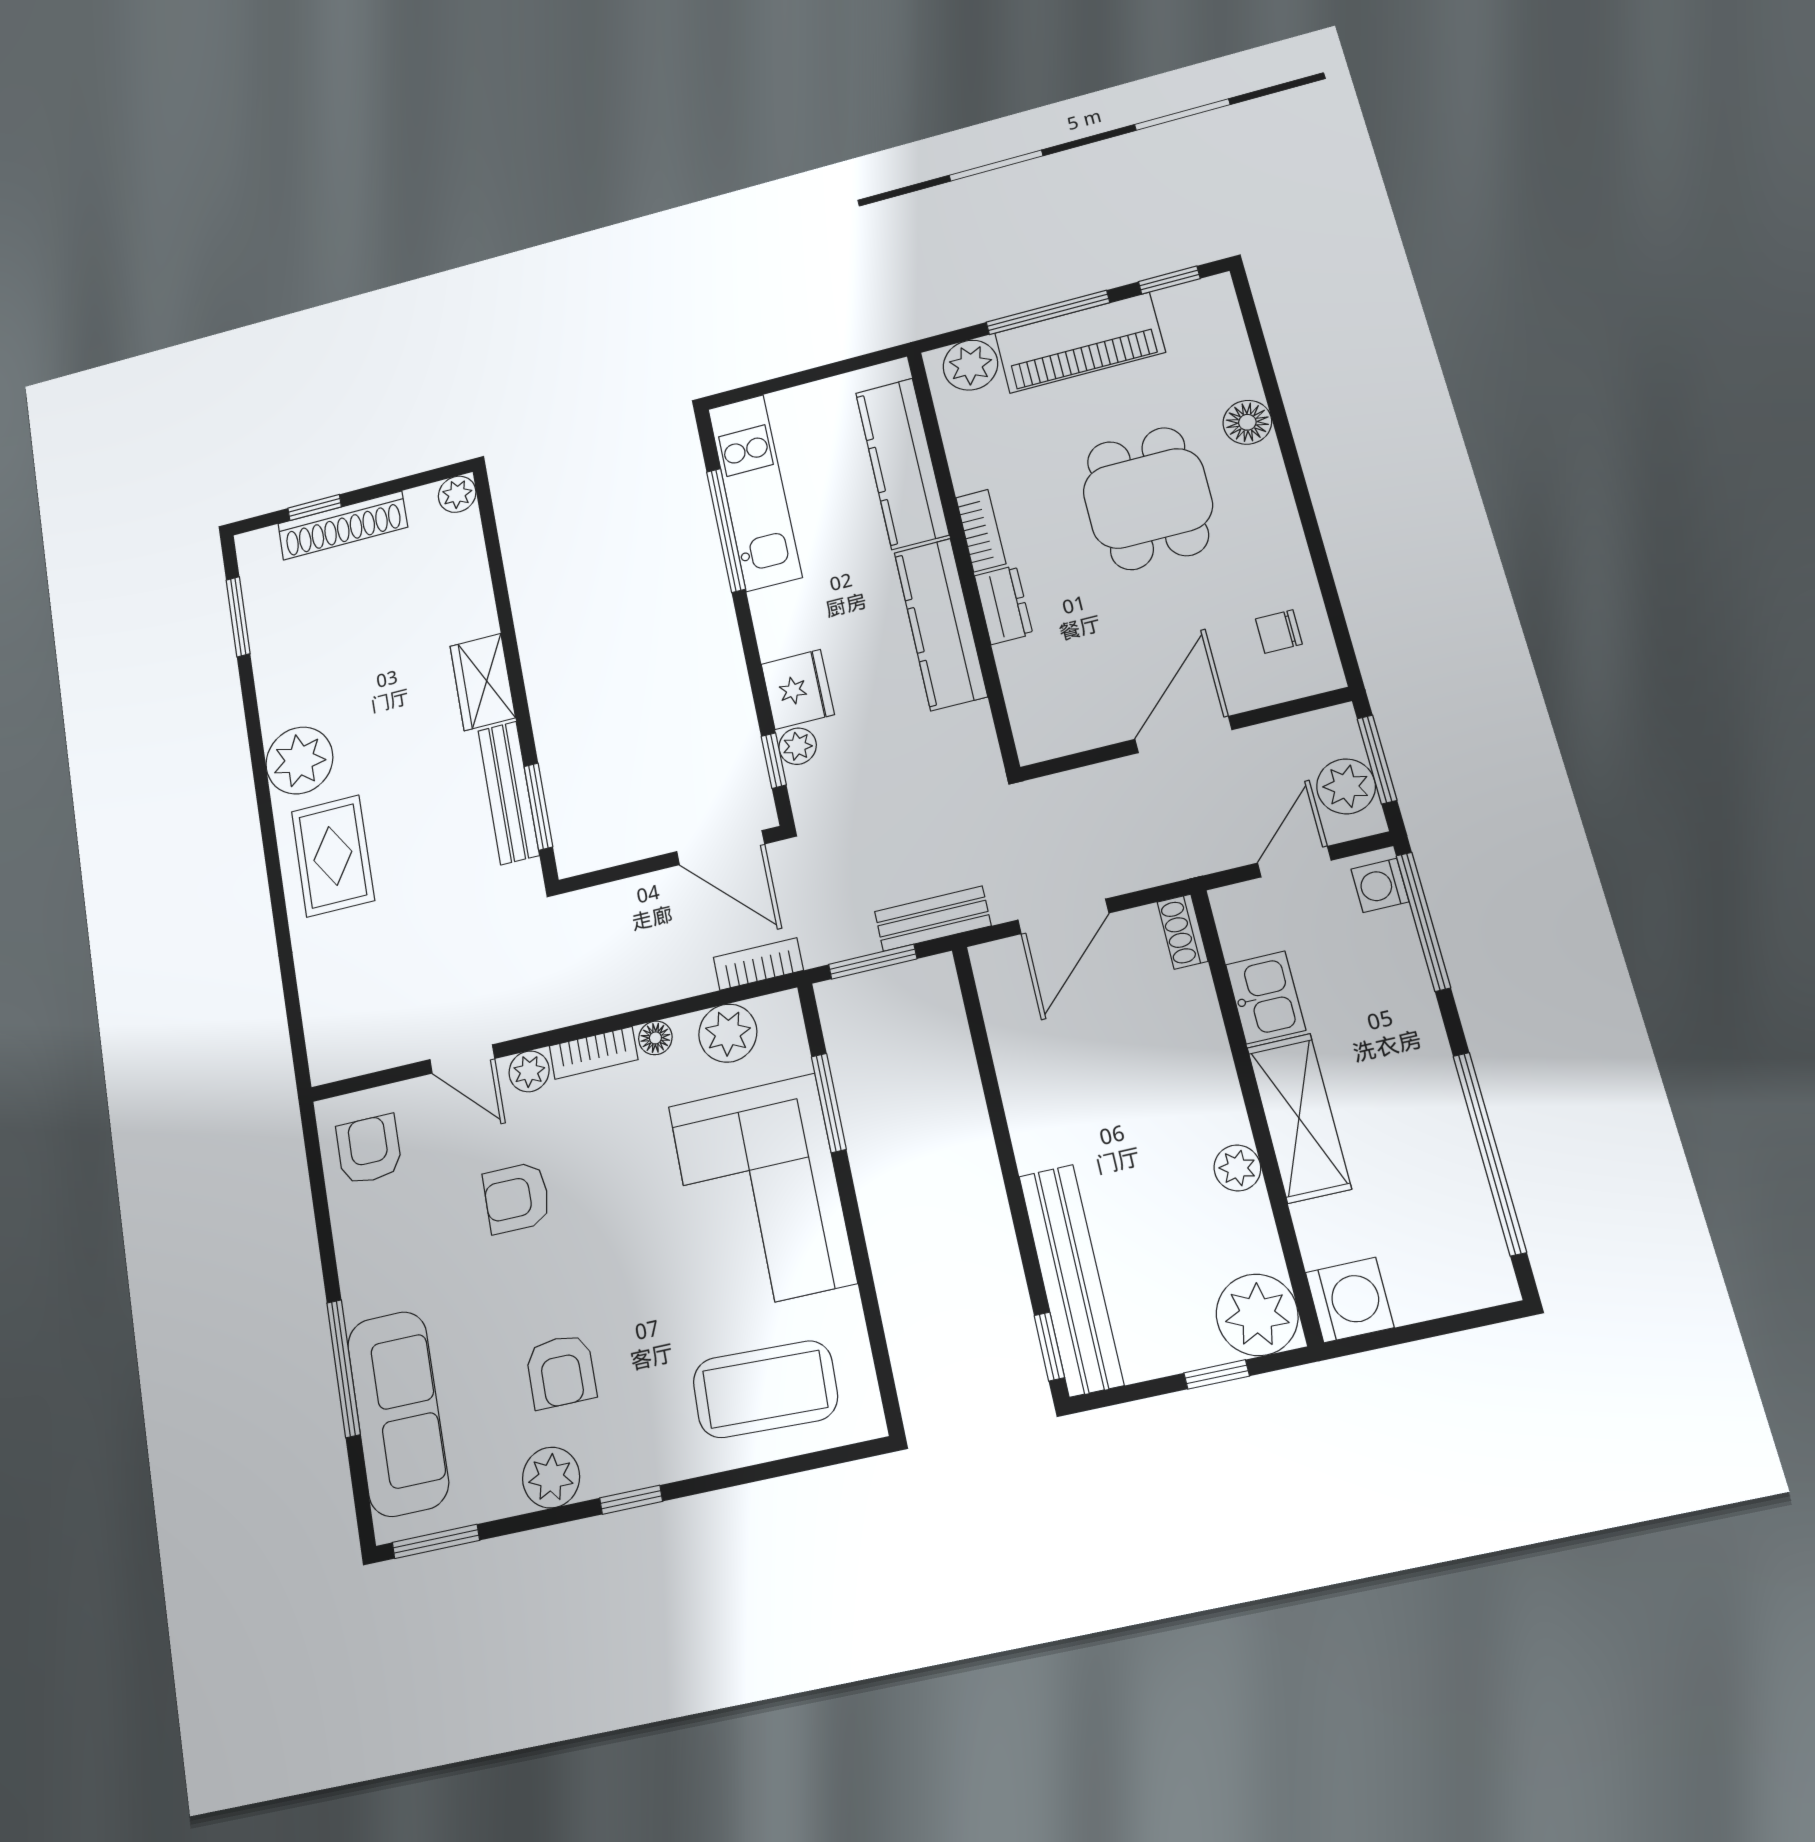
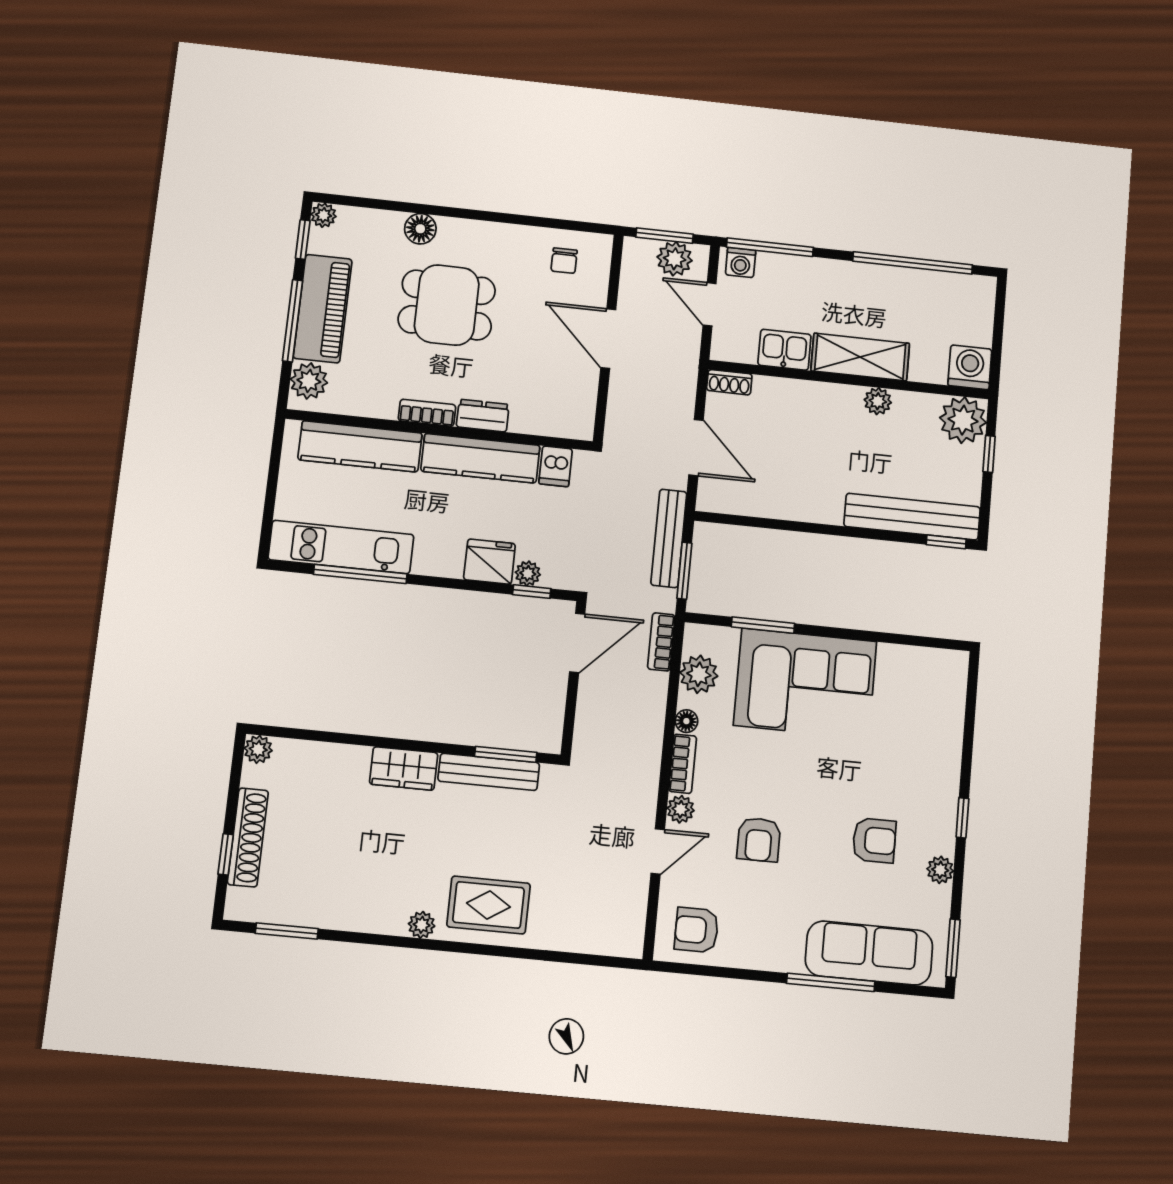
plant: (1216, 292) -> (324, 215), added
dishwasher: (965, 729) -> (556, 466), added
plant: (299, 760) -> (422, 925), width x0.53, depth x0.53
bench: (933, 919) -> (669, 538), width x1.36
coffee table: (765, 1389) -> (922, 717), removed
plant: (551, 1478) -> (940, 870), width x0.73, depth x0.73

